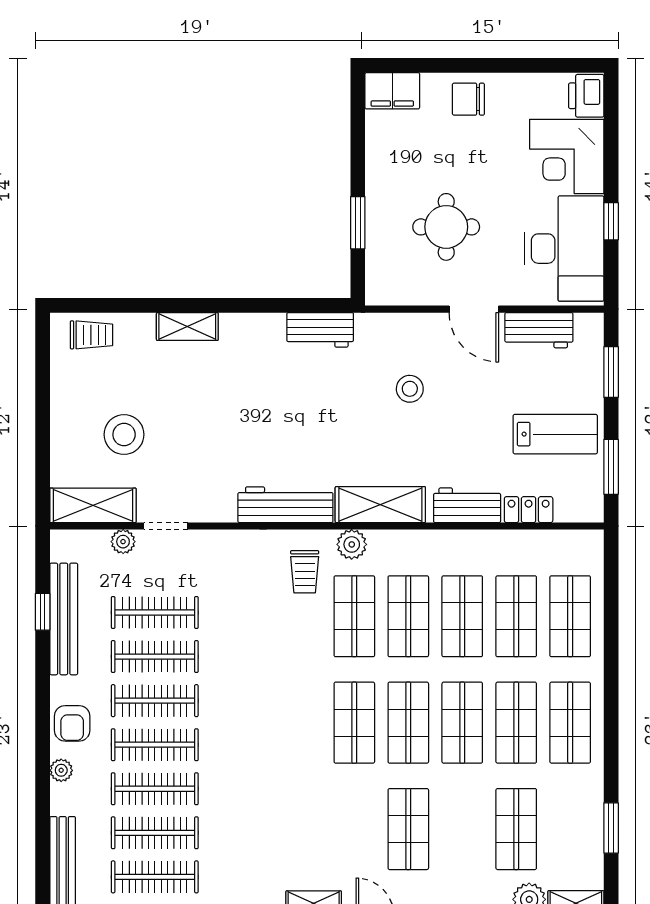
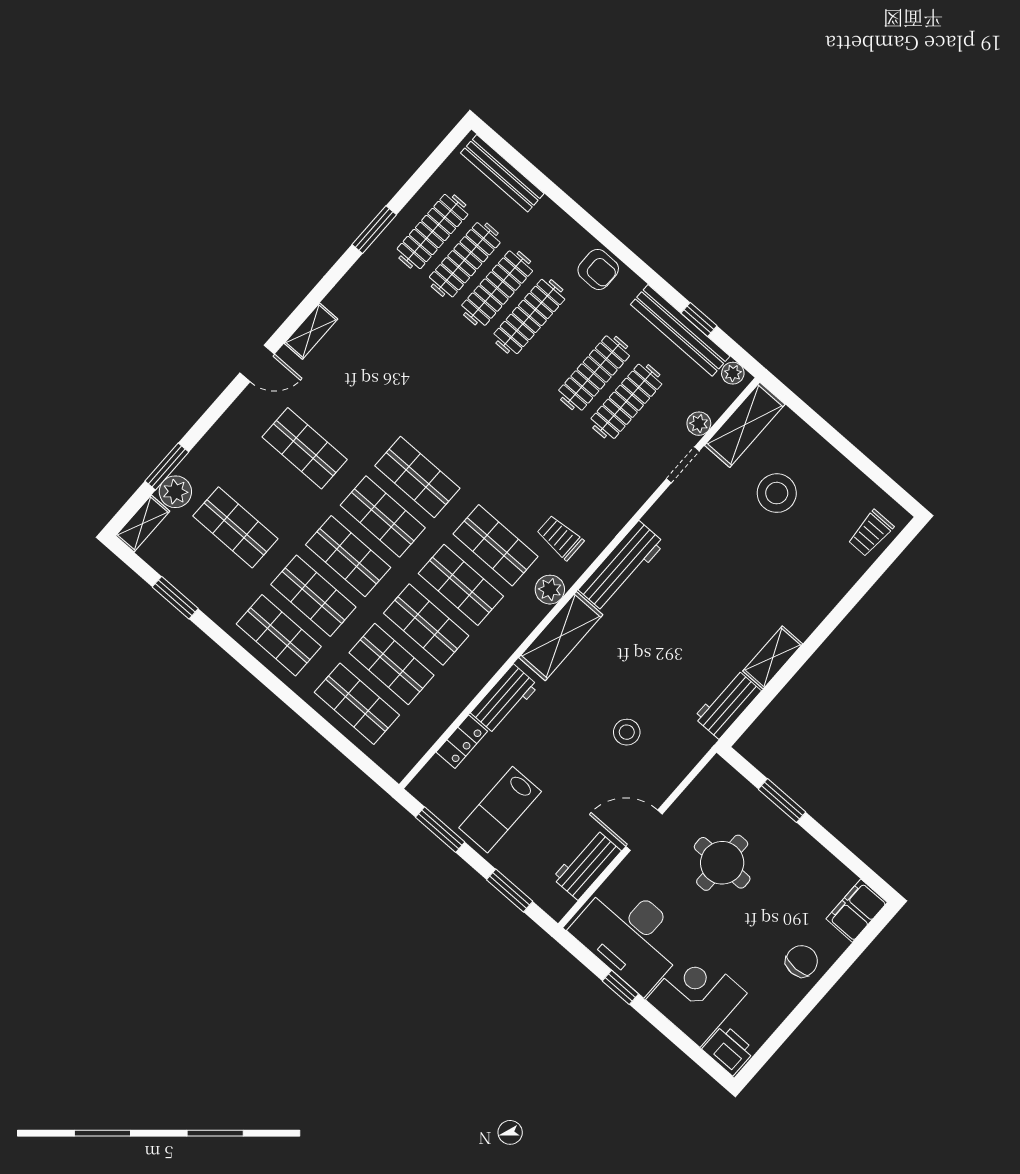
shelving: (187, 327) -> (773, 658), moved
clothes rail: (155, 701) -> (562, 345), removed
armchair: (72, 723) -> (598, 269), turned 180
plant: (61, 770) -> (733, 373), moved

